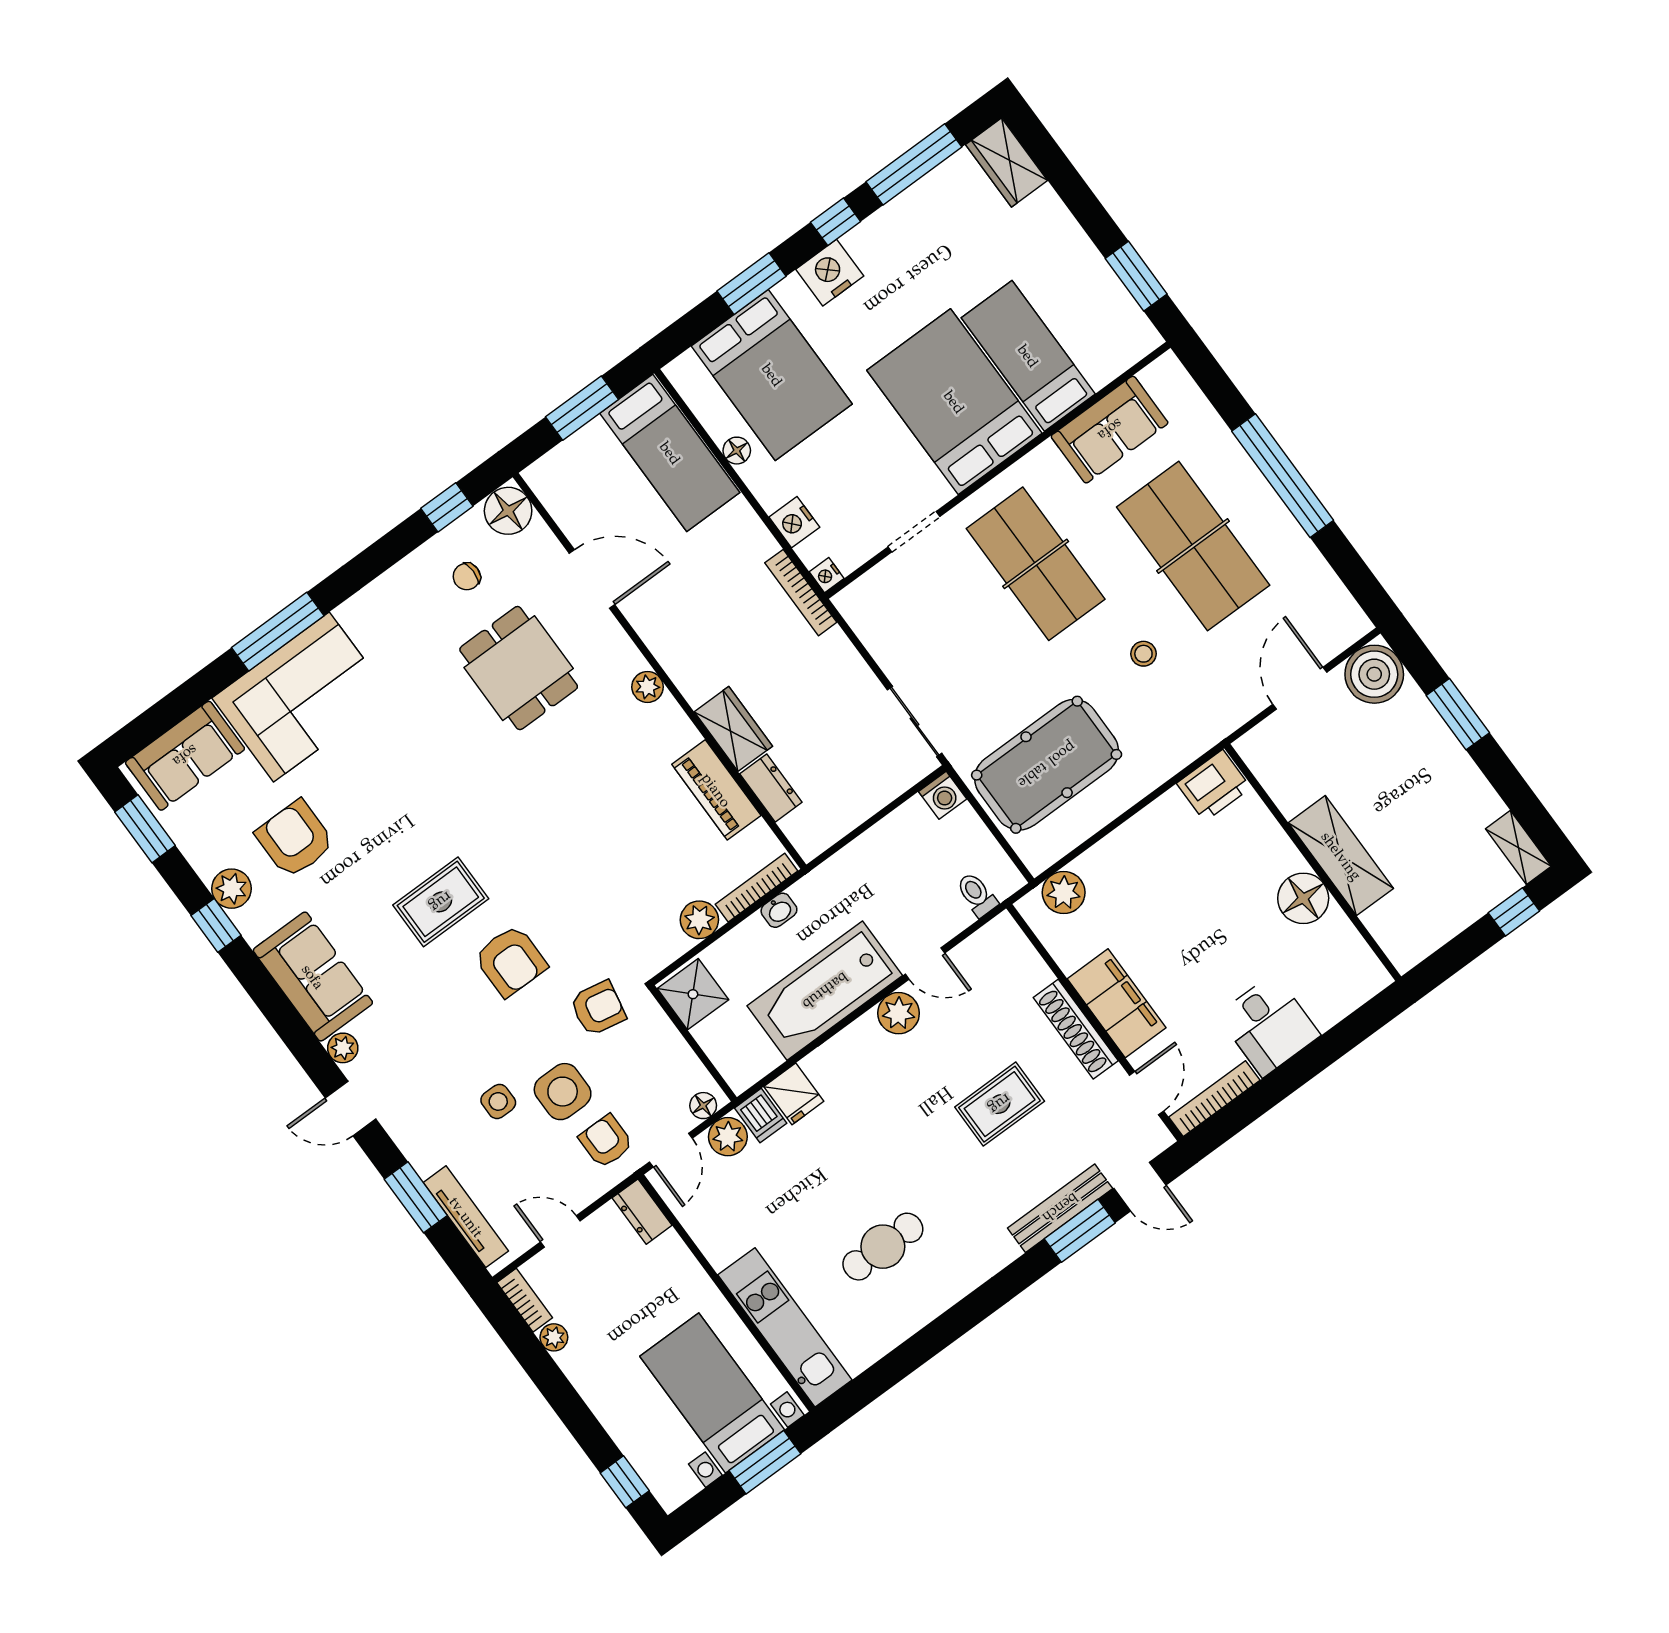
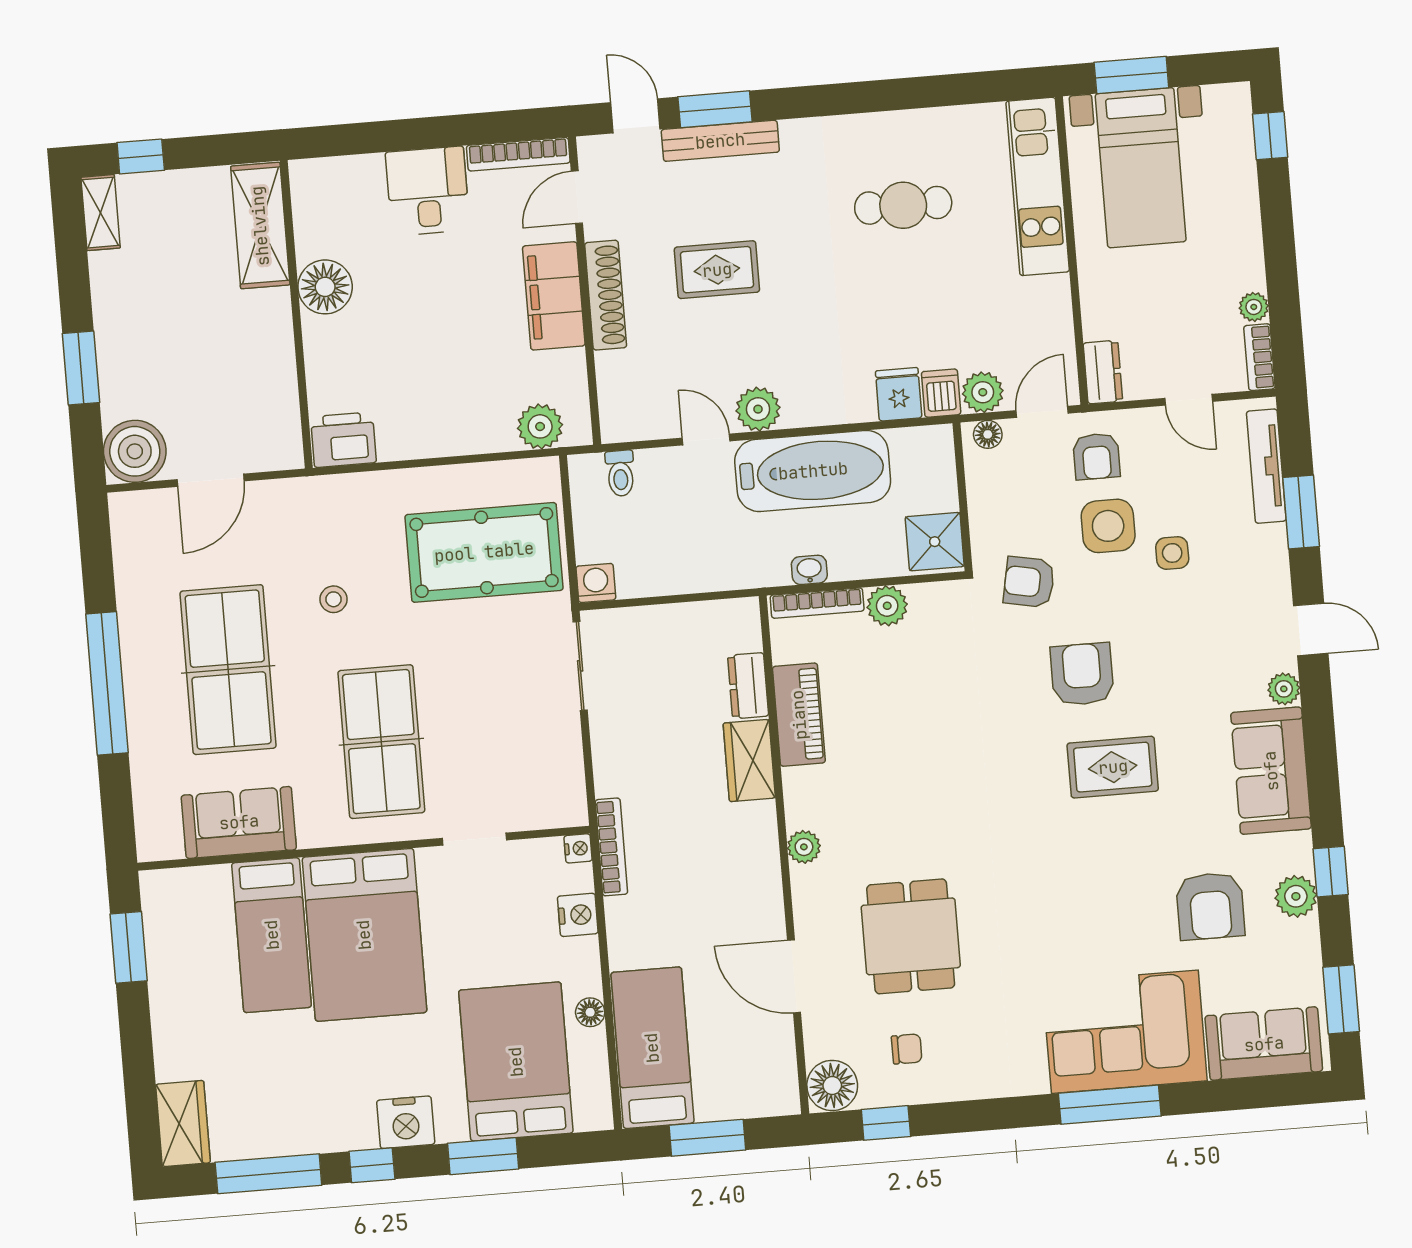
shelving: (1341, 856) -> (260, 226), moved

